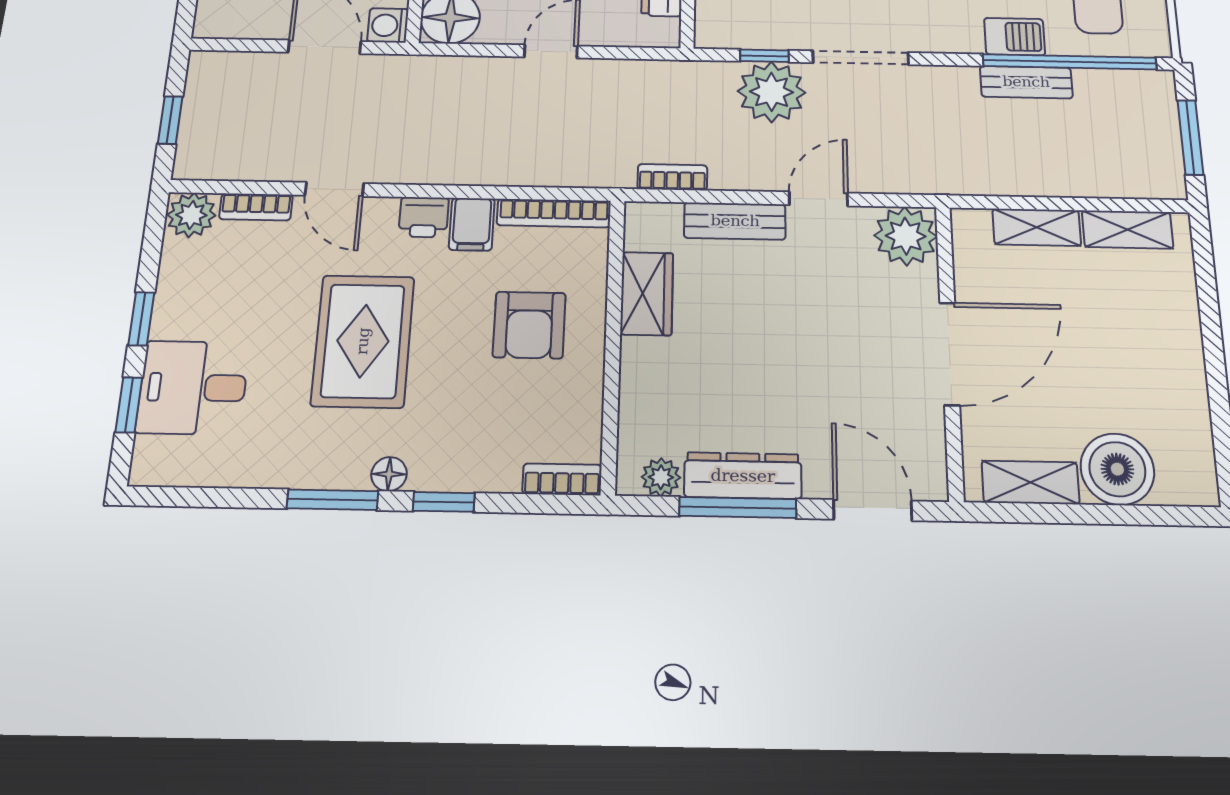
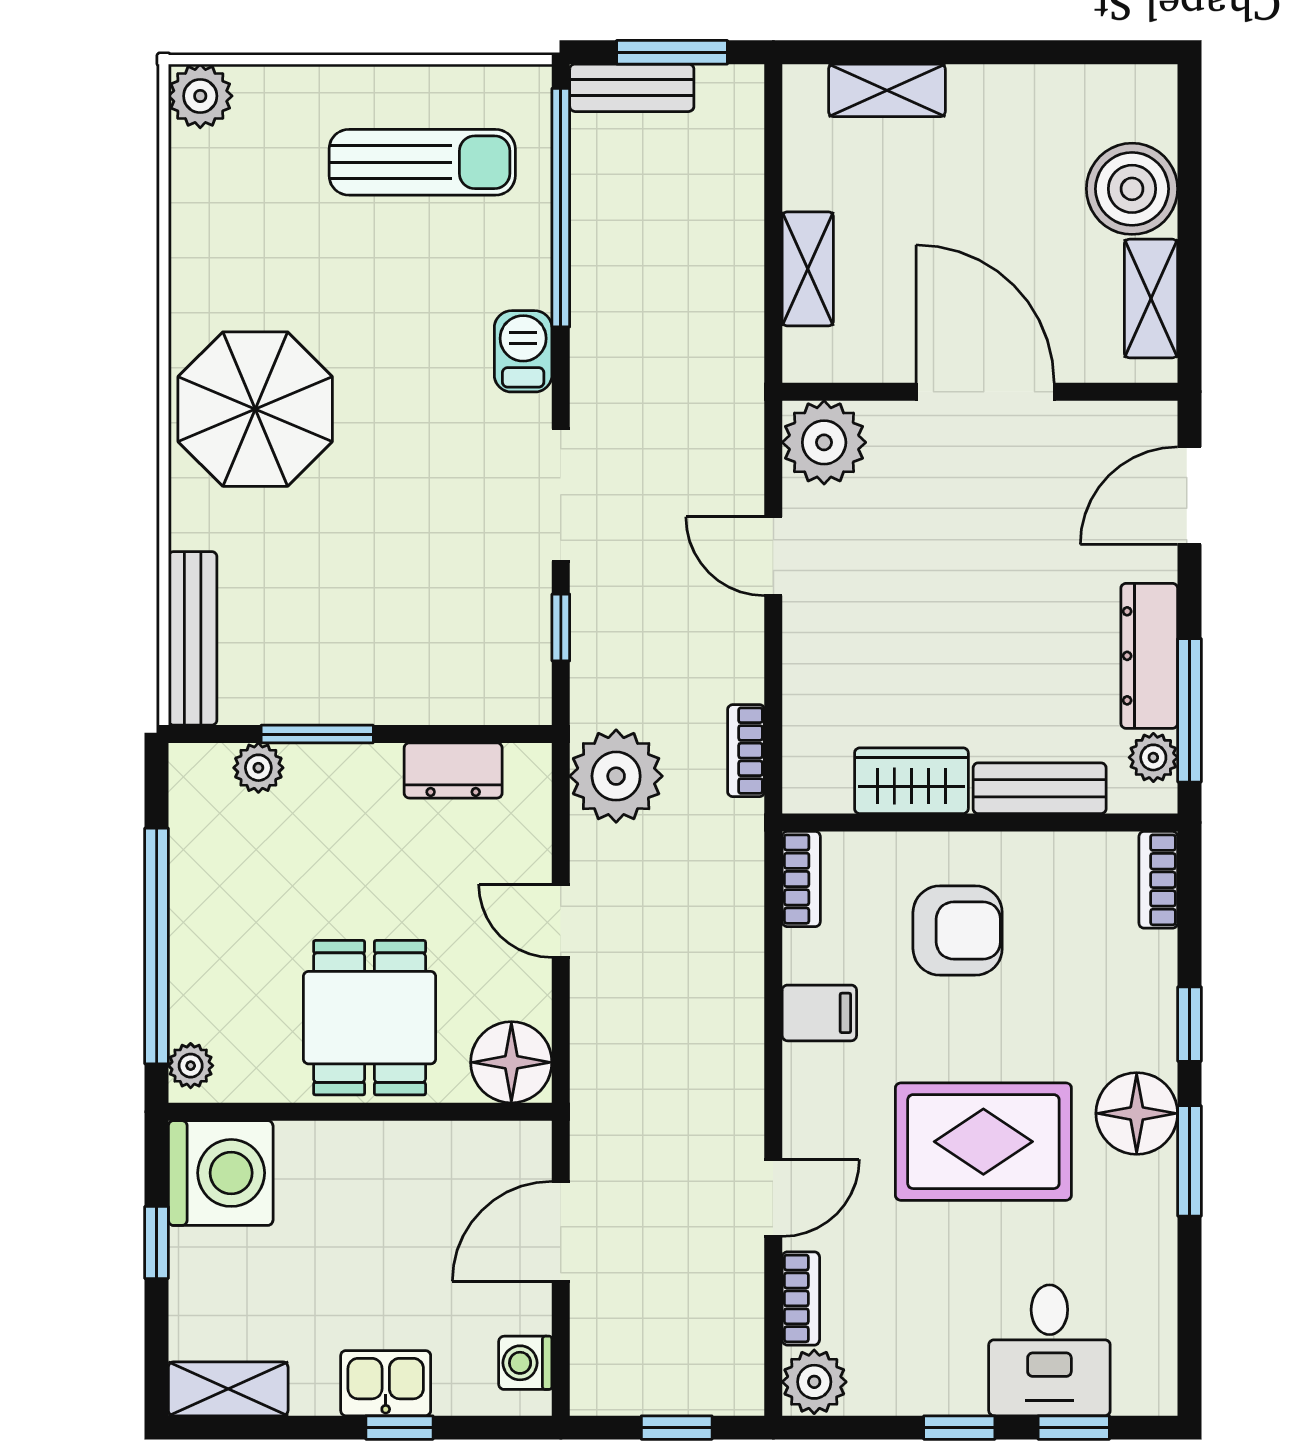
washing machine: (388, 25) -> (525, 1363), moved, turned 90
barbecue: (1015, 37) -> (523, 351), moved
bench: (1026, 82) -> (632, 88), moved, turned 90
plant: (771, 92) -> (616, 776), moved
bookcase: (554, 213) -> (801, 879), width x0.64
printer: (424, 217) -> (811, 1077), removed
bench: (735, 221) -> (1040, 788), moved, turned 90
shelving: (1128, 229) -> (887, 90), moved, turned 90
floor lamp: (389, 474) -> (1137, 1113), width x1.89, depth x1.89
window: (738, 507) -> (1189, 710), moved

